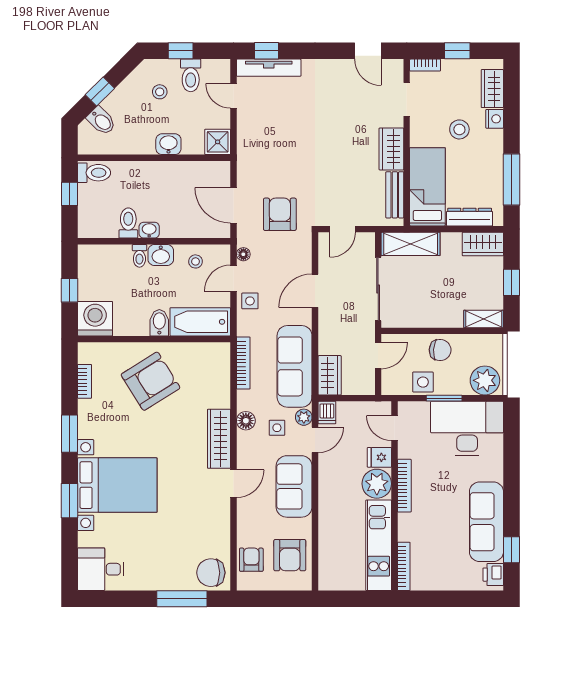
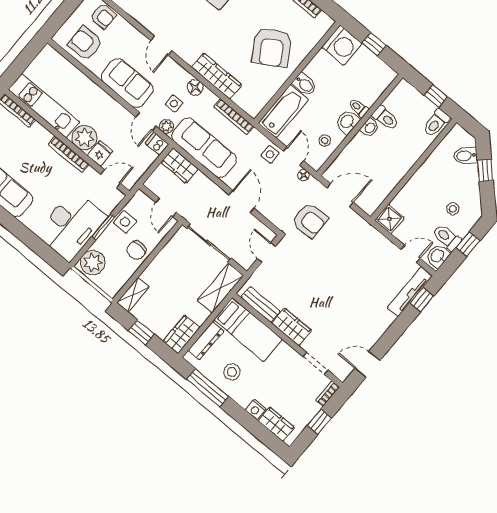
stool: (459, 129) -> (232, 372), moved
washbasin: (168, 144) -> (438, 256), moved, turned 180
wardrobe: (219, 439) -> (217, 76), moved

